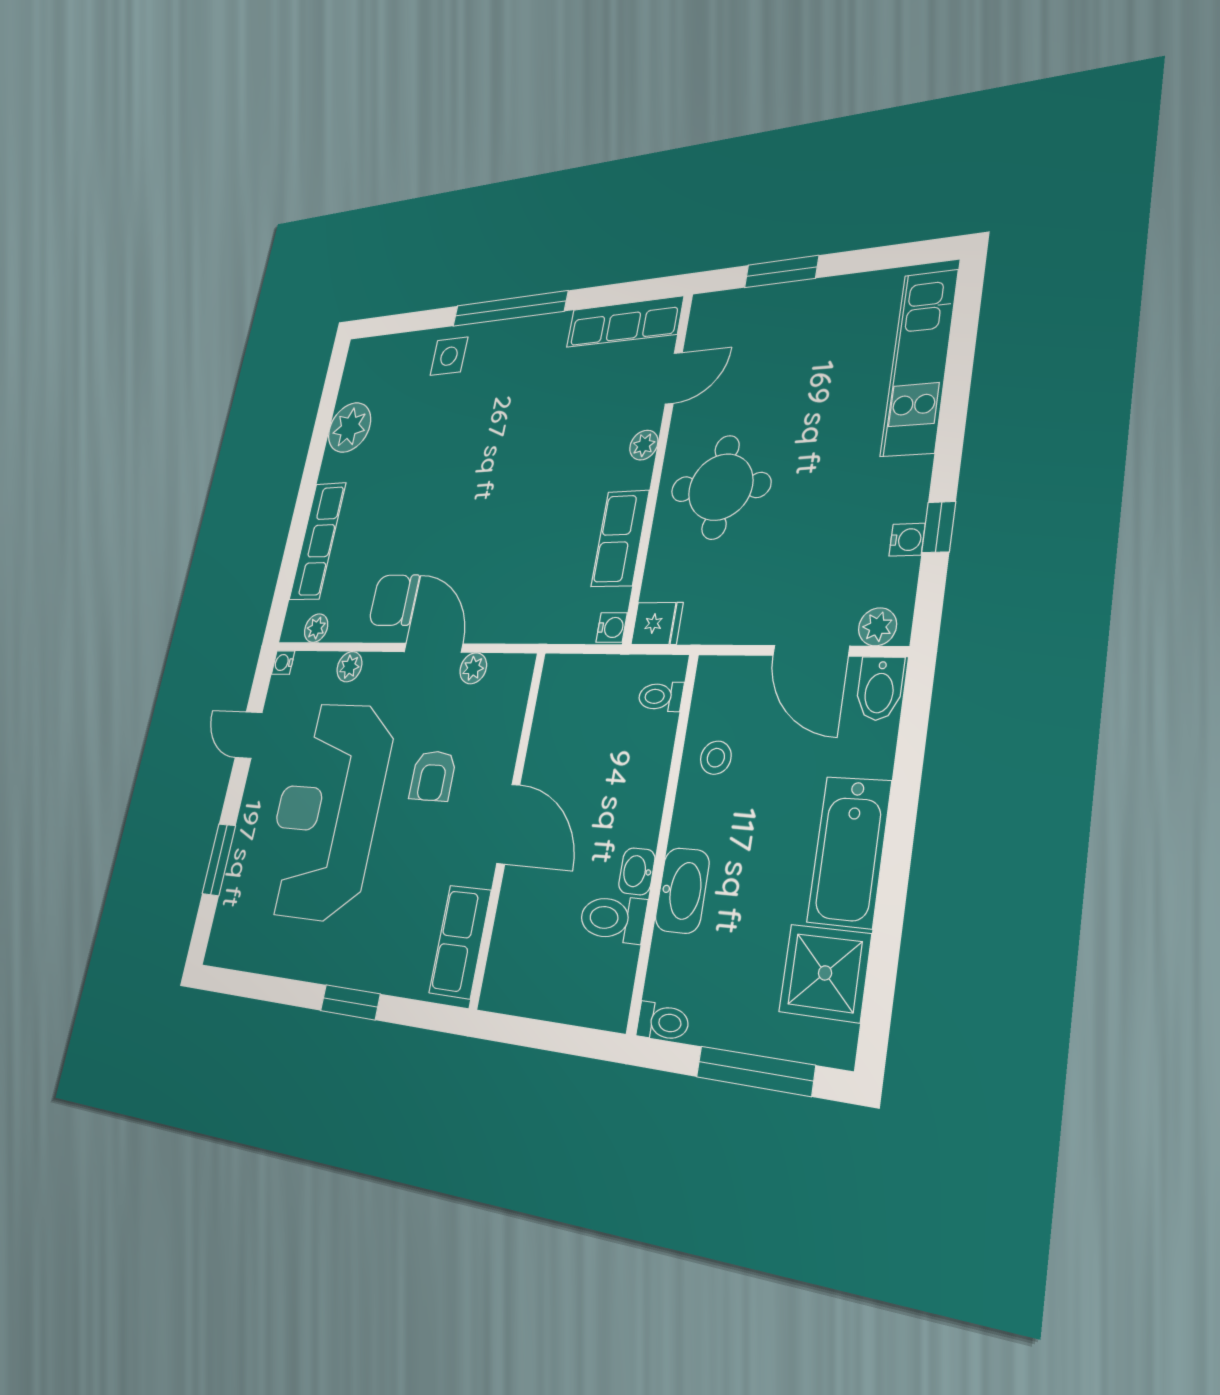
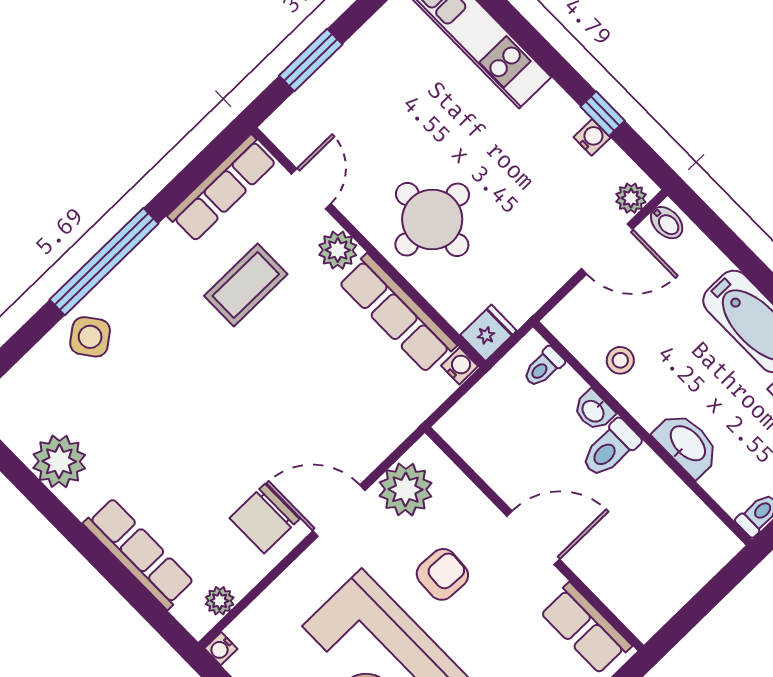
side table: (449, 356) -> (90, 337), turned -37
coffee table: (561, 412) -> (246, 285), added
plant: (644, 445) -> (338, 250), width x1.38, depth x1.38
row of seats: (620, 538) -> (397, 314), width x1.48
plant: (349, 667) -> (284, 591), removed
plant: (473, 668) -> (406, 489), width x1.87, depth x1.87
bidet: (880, 689) -> (667, 223), width x0.72, depth x0.74
armchair: (433, 776) -> (442, 574), turned -87
washbasin: (637, 871) -> (594, 411), moved
toilet: (613, 918) -> (610, 449), moved

